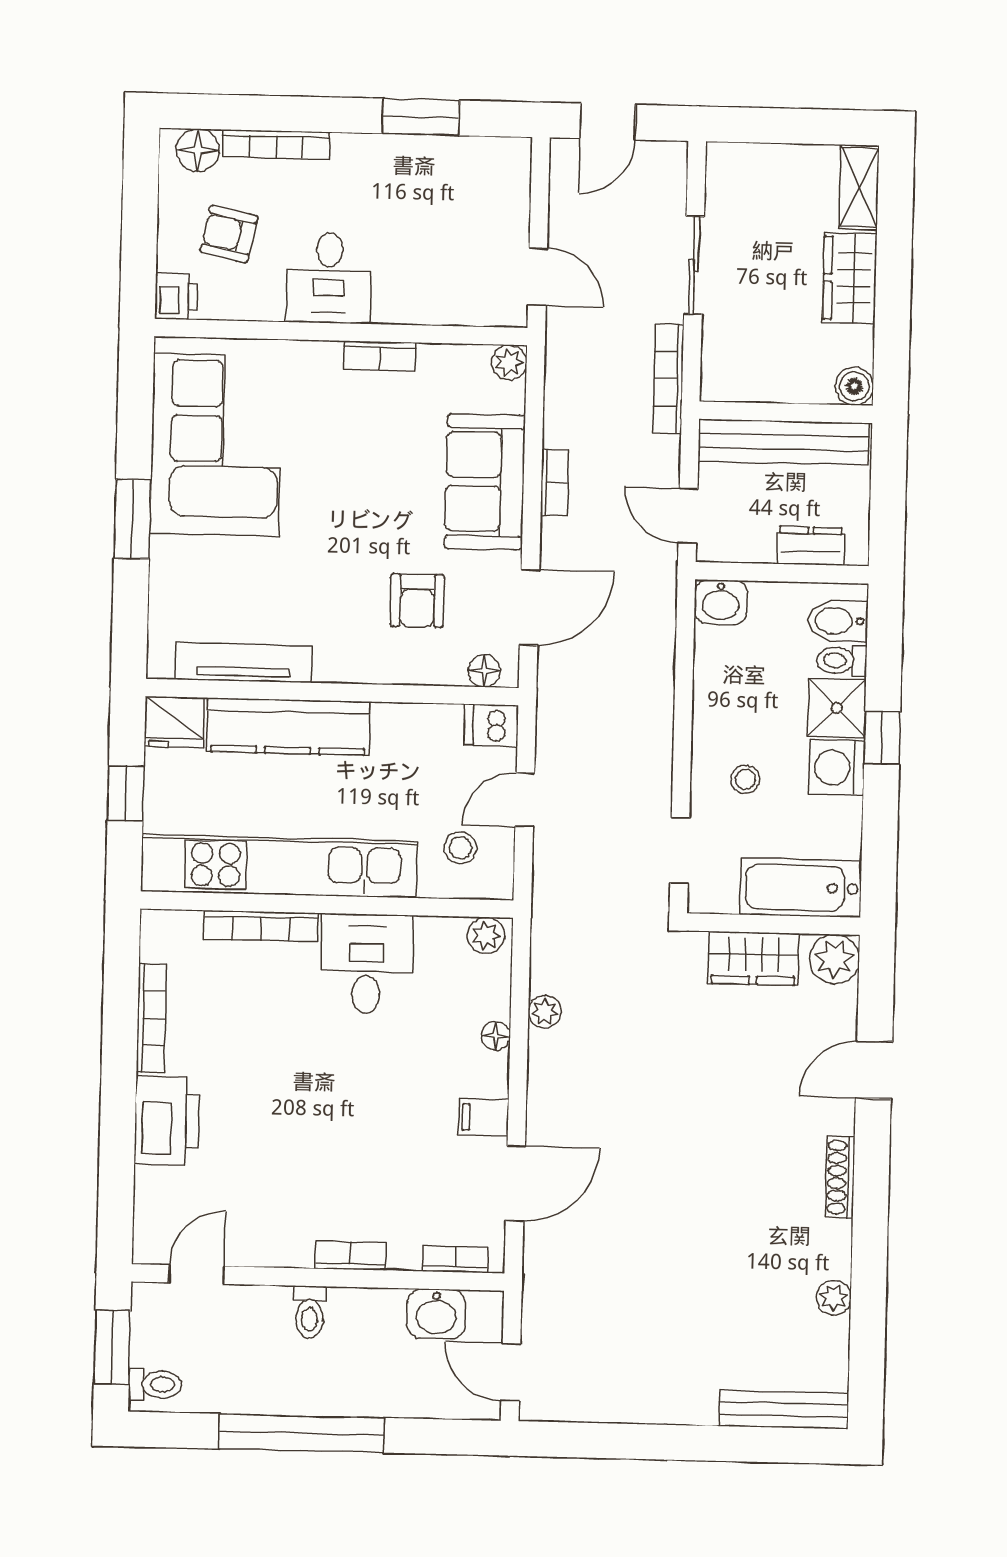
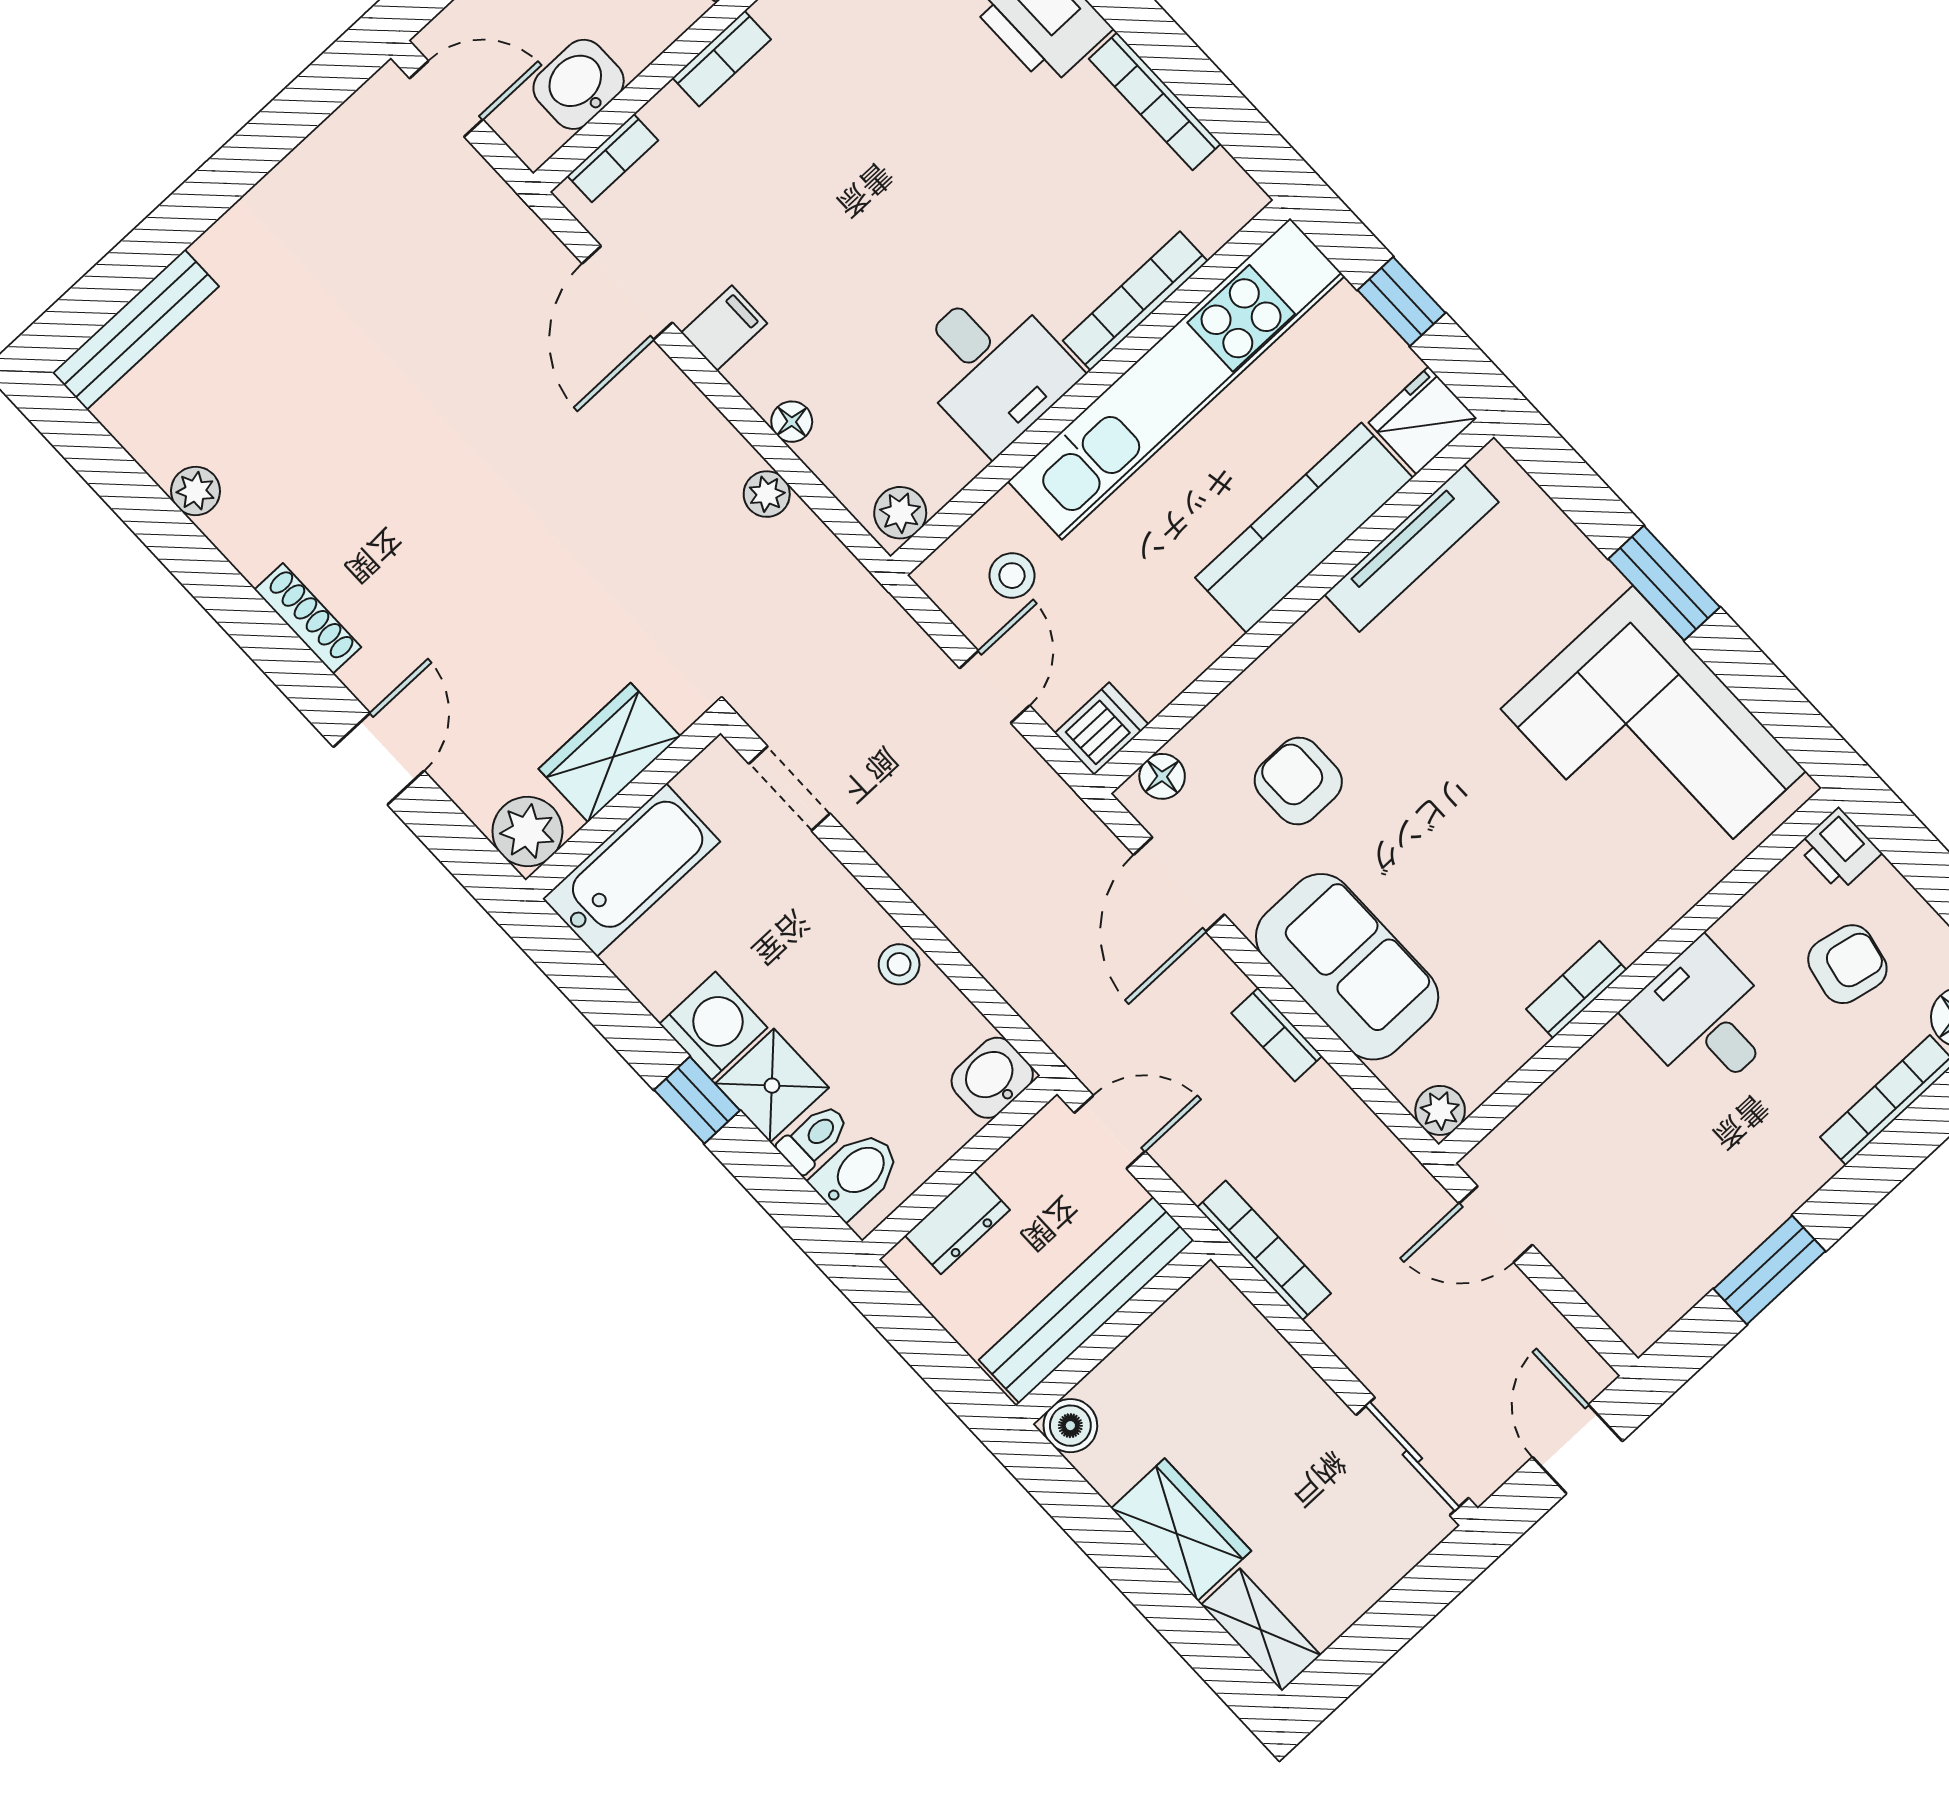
sliding door: (694, 265) -> (1412, 1456), moved
stool: (745, 779) -> (899, 964), moved

